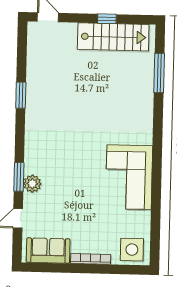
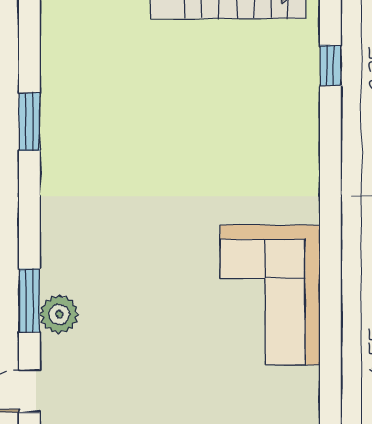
window: (159, 73) -> (330, 66), width x0.46

